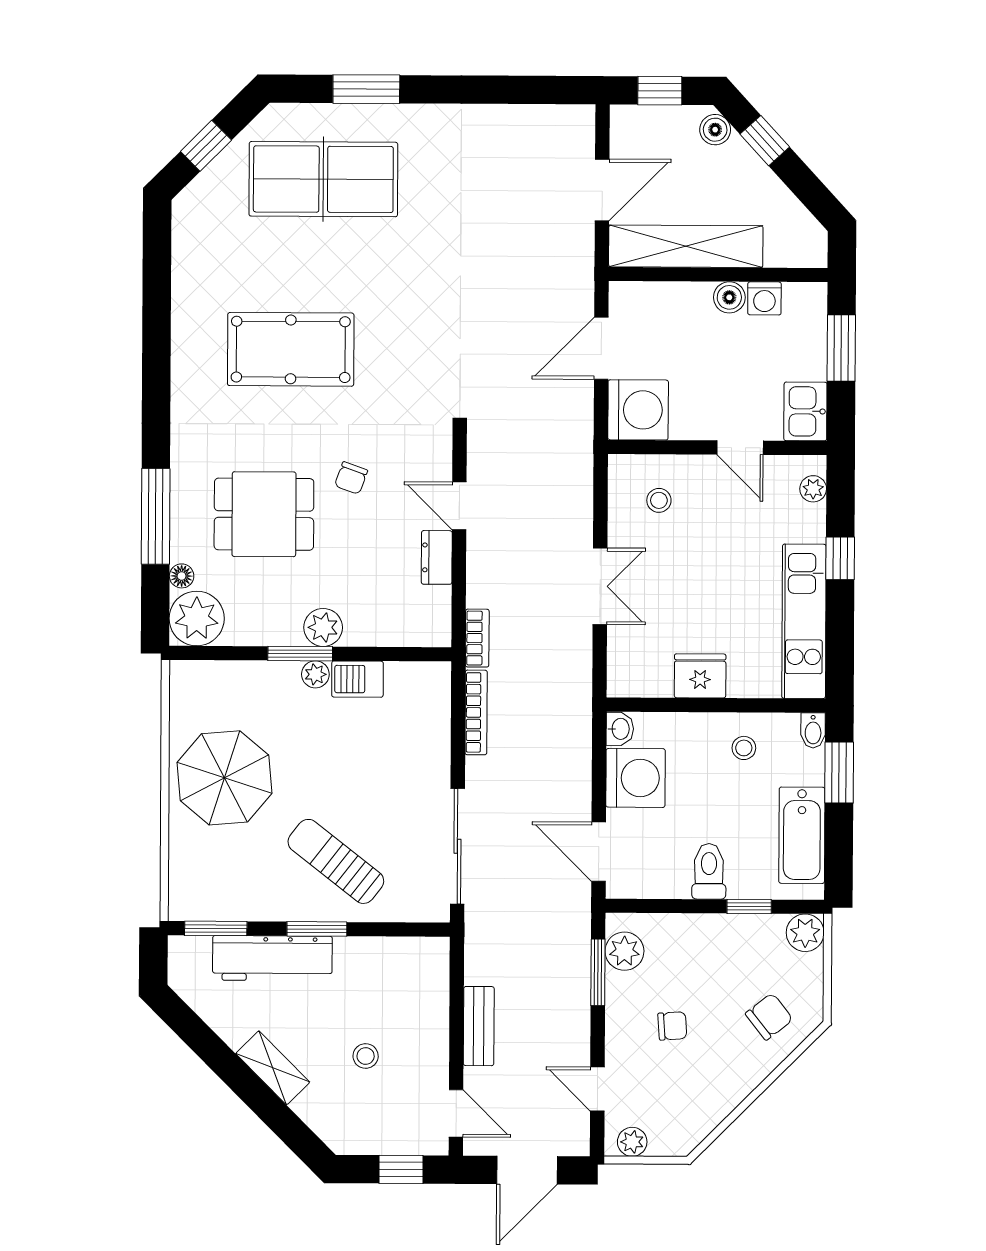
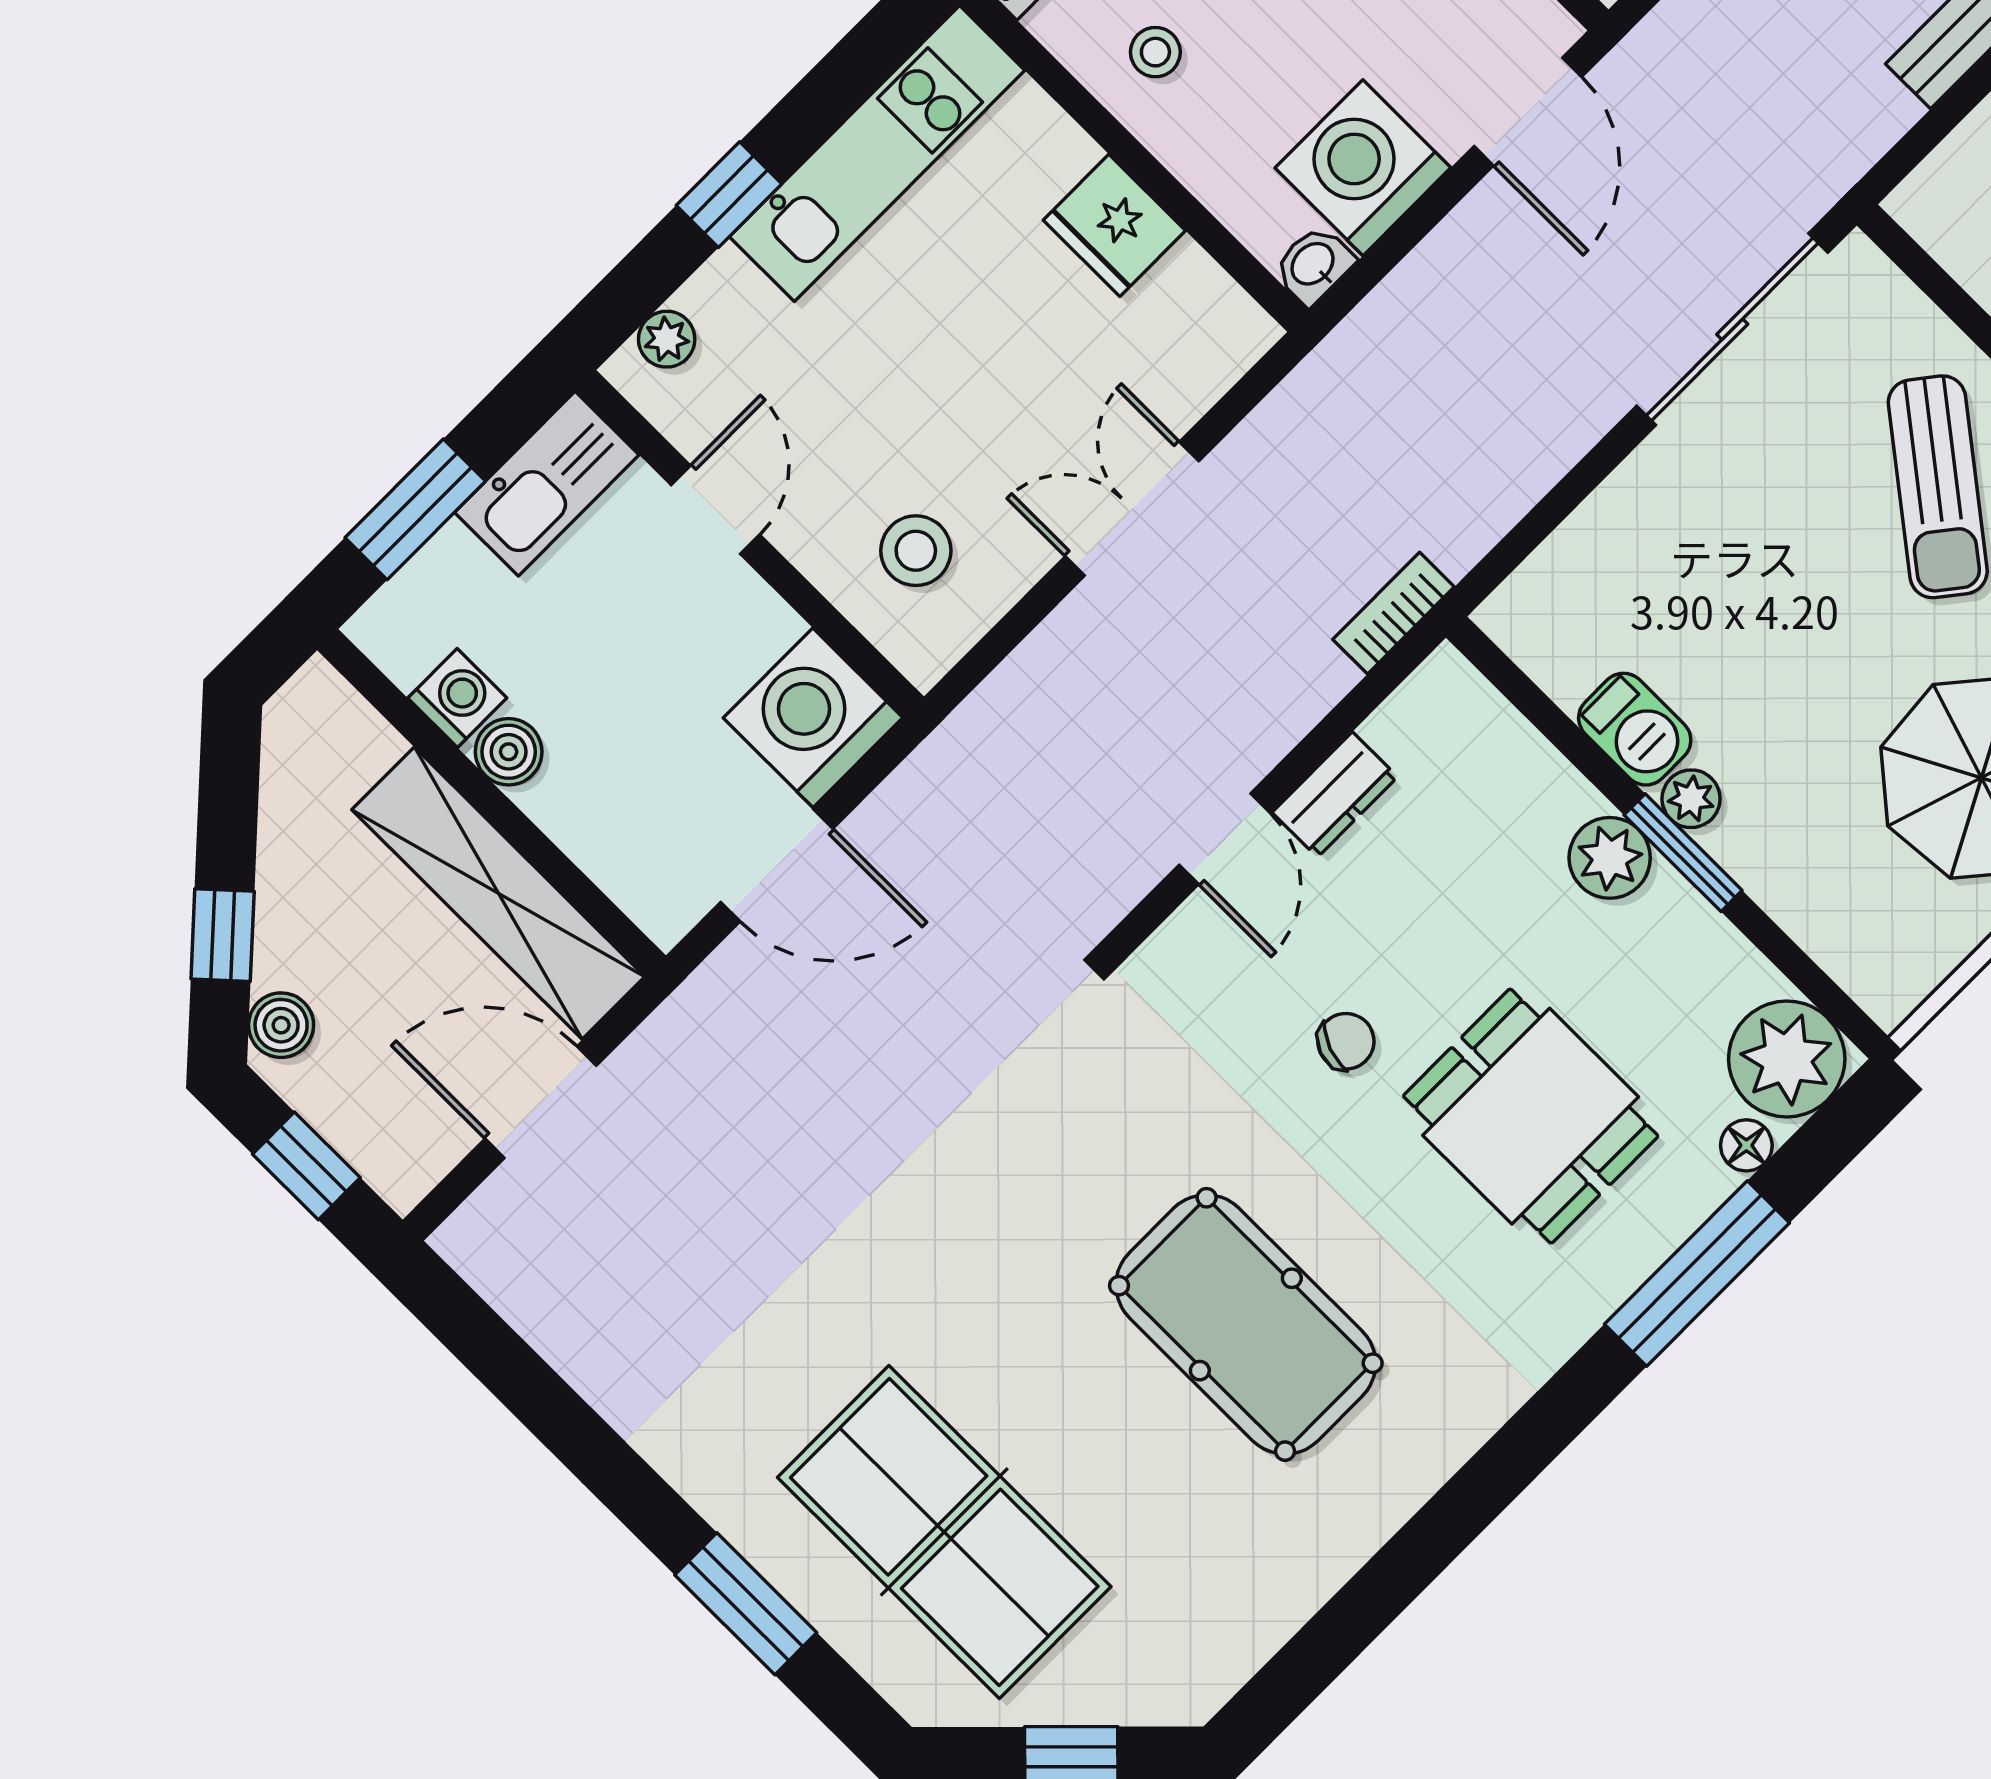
kitchen sink: (805, 411) -> (547, 484), width x1.38
stool: (659, 500) -> (916, 551), width x1.37, depth x1.37
bookcase: (476, 712) -> (1506, 503), removed

